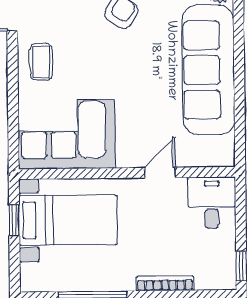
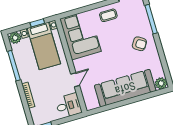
door: (160, 173) -> (75, 80), hinge flipped
plant: (33, 277) -> (15, 38), added

